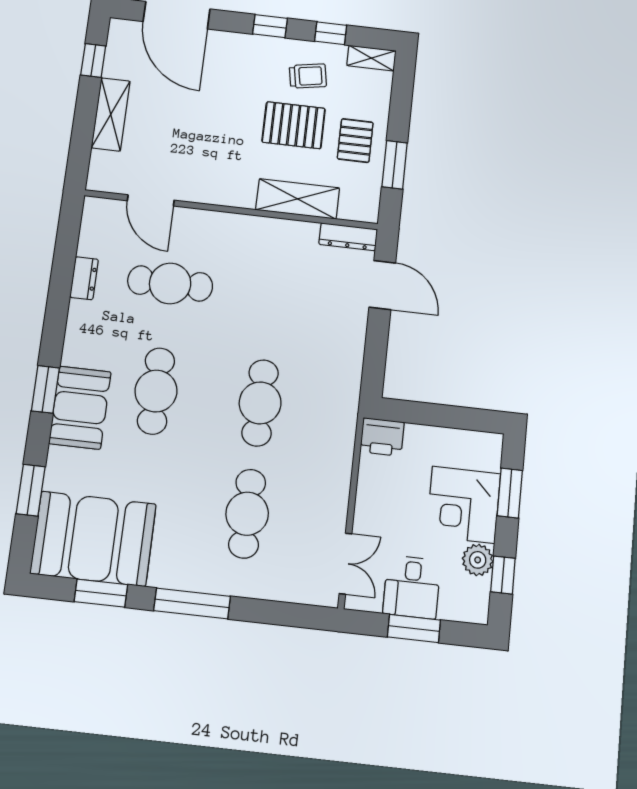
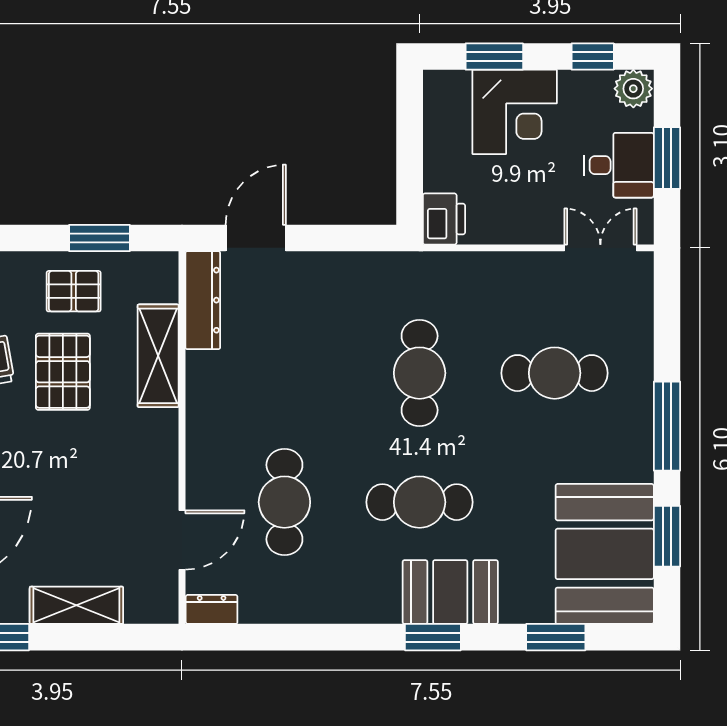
dresser: (348, 237) -> (203, 300), width x1.37, depth x1.24
dresser: (84, 278) -> (212, 609), moved
cafe table: (260, 403) -> (420, 373), turned 90
plant: (478, 560) -> (633, 89), moved

